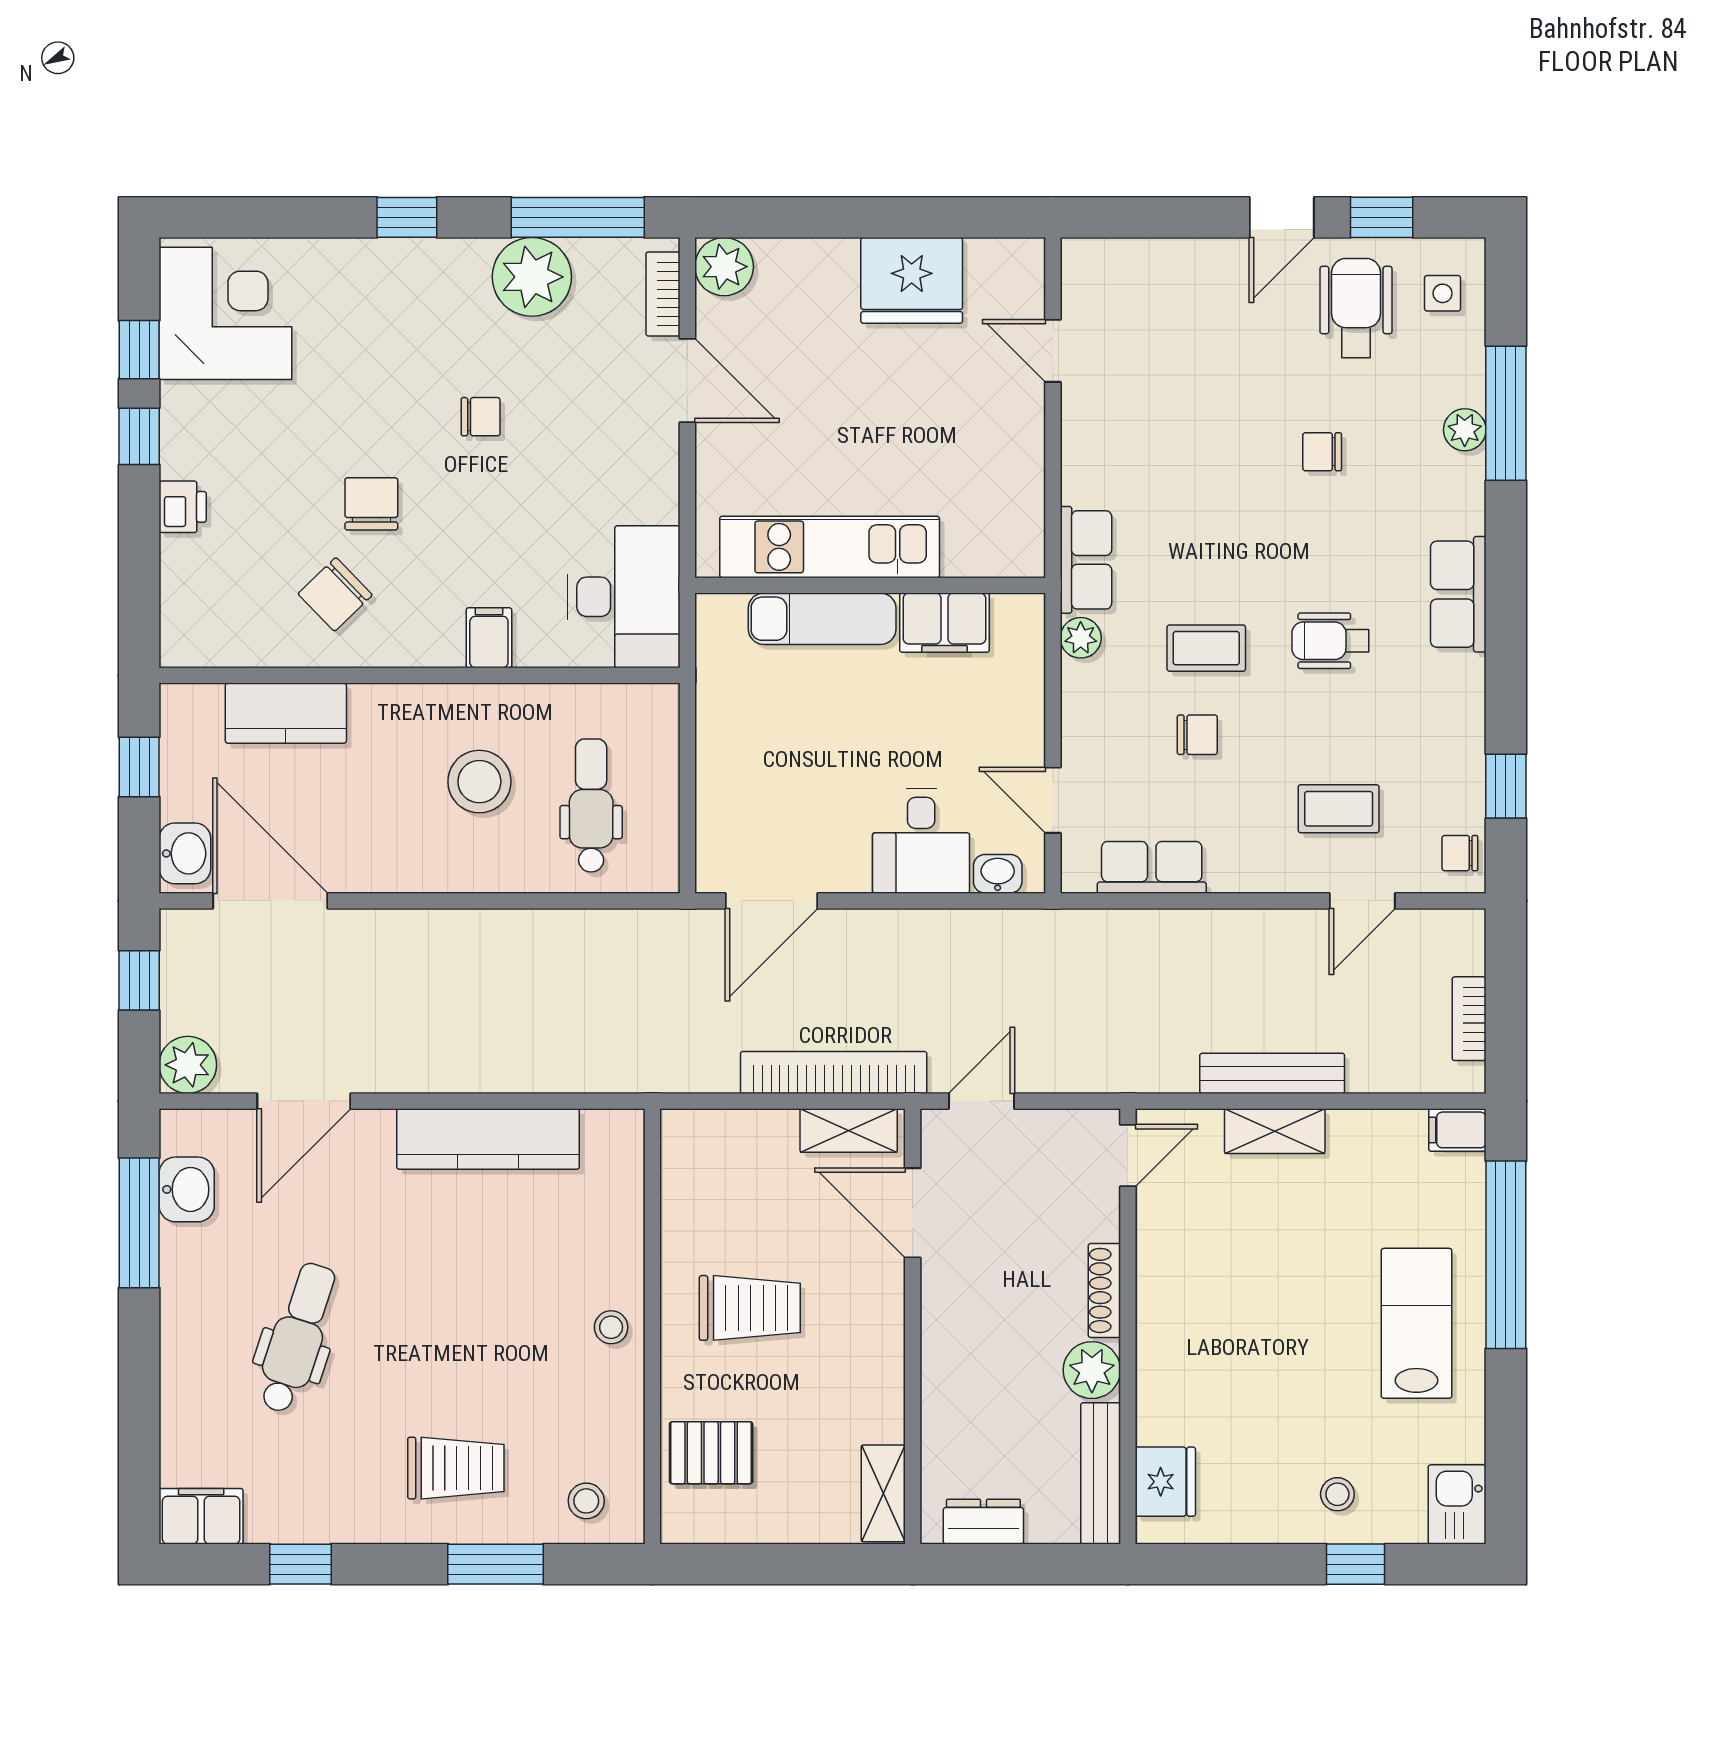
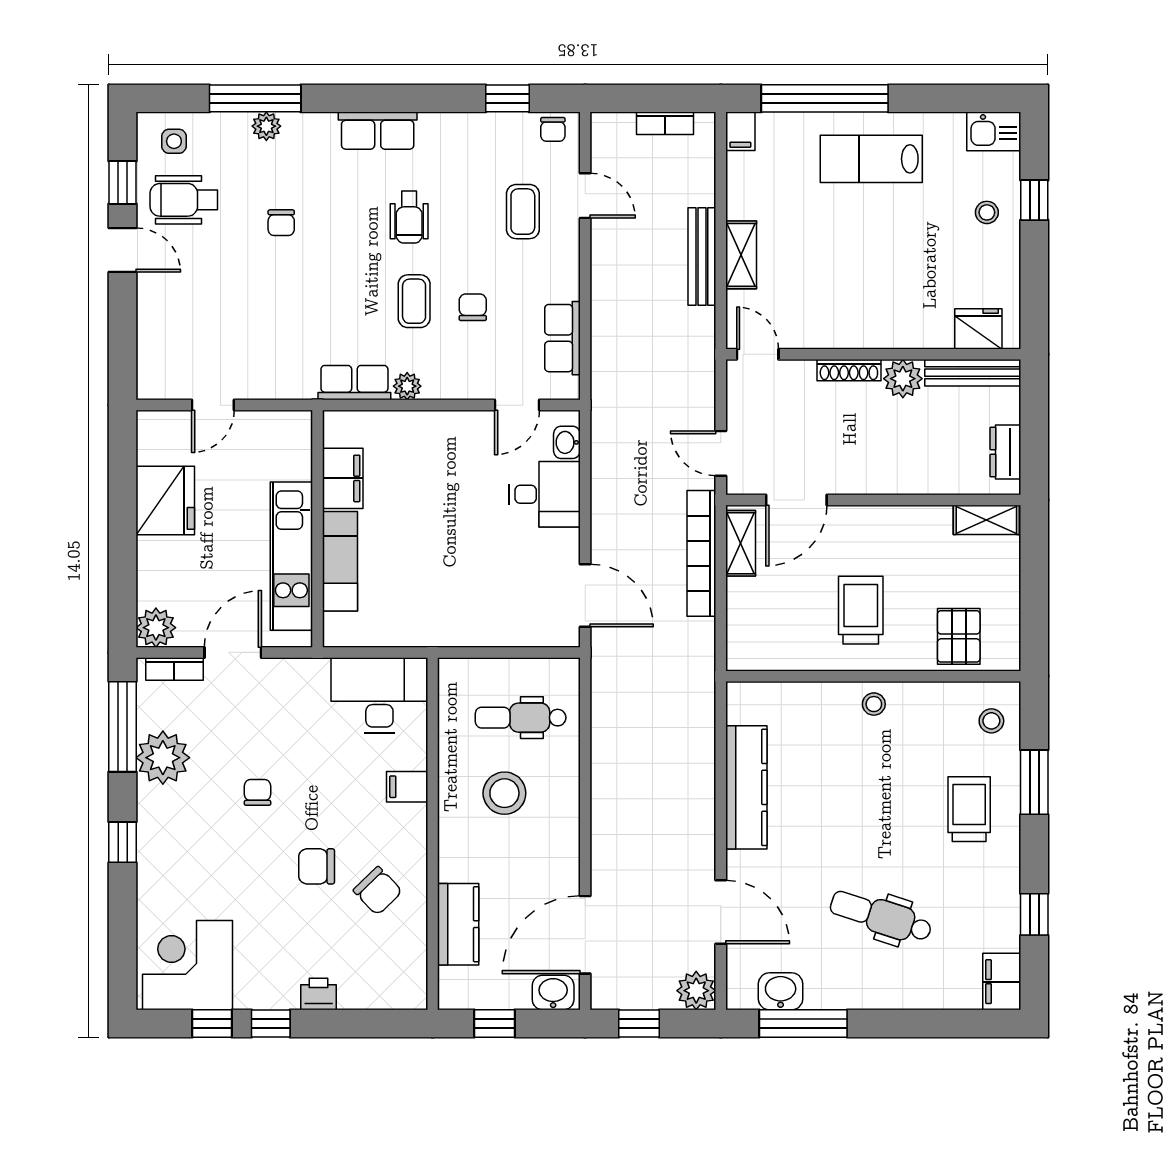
kitchen unit: (830, 547) -> (291, 556), moved
wall: (870, 585) -> (317, 529), moved
exam couch: (822, 619) -> (340, 561), moved
filing cabinet: (944, 623) -> (343, 478), moved

